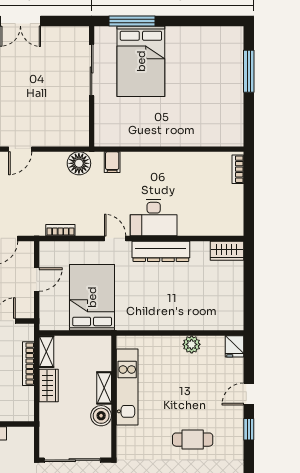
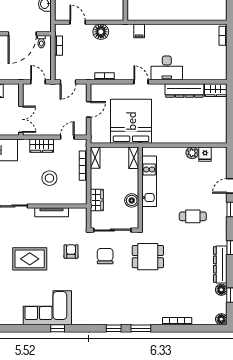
door: (20, 149) -> (78, 22), swing flipped
floor lamp: (79, 163) -> (101, 32), moved
dresser: (161, 251) -> (184, 91), moved
bed: (92, 297) -> (131, 121), width x1.36
fridge: (235, 346) -> (205, 154), moved
wardrobe: (49, 386) -> (97, 200), moved
shelving: (104, 388) -> (134, 158), moved

